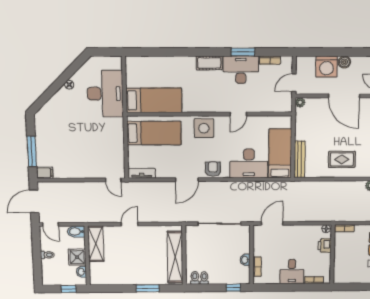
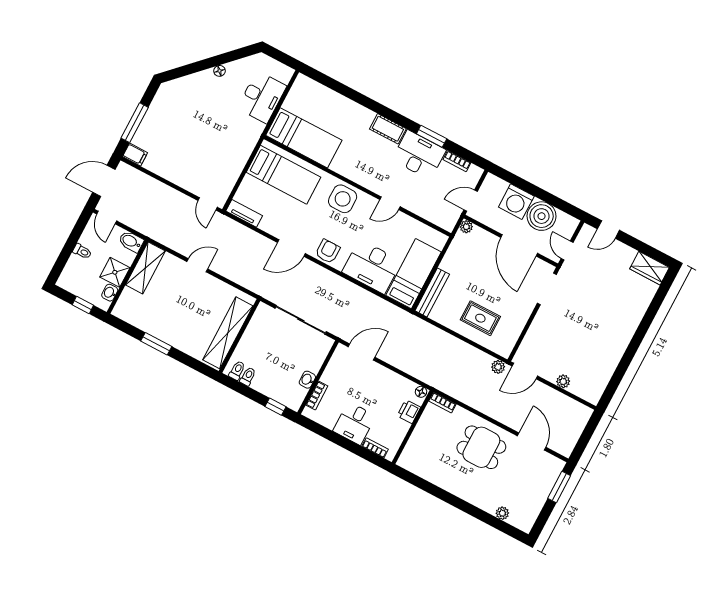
boiler: (344, 62) -> (542, 216), width x1.86, depth x1.86
desk: (105, 94) -> (262, 97), width x0.73, depth x0.77
window: (148, 288) -> (156, 344), moved

